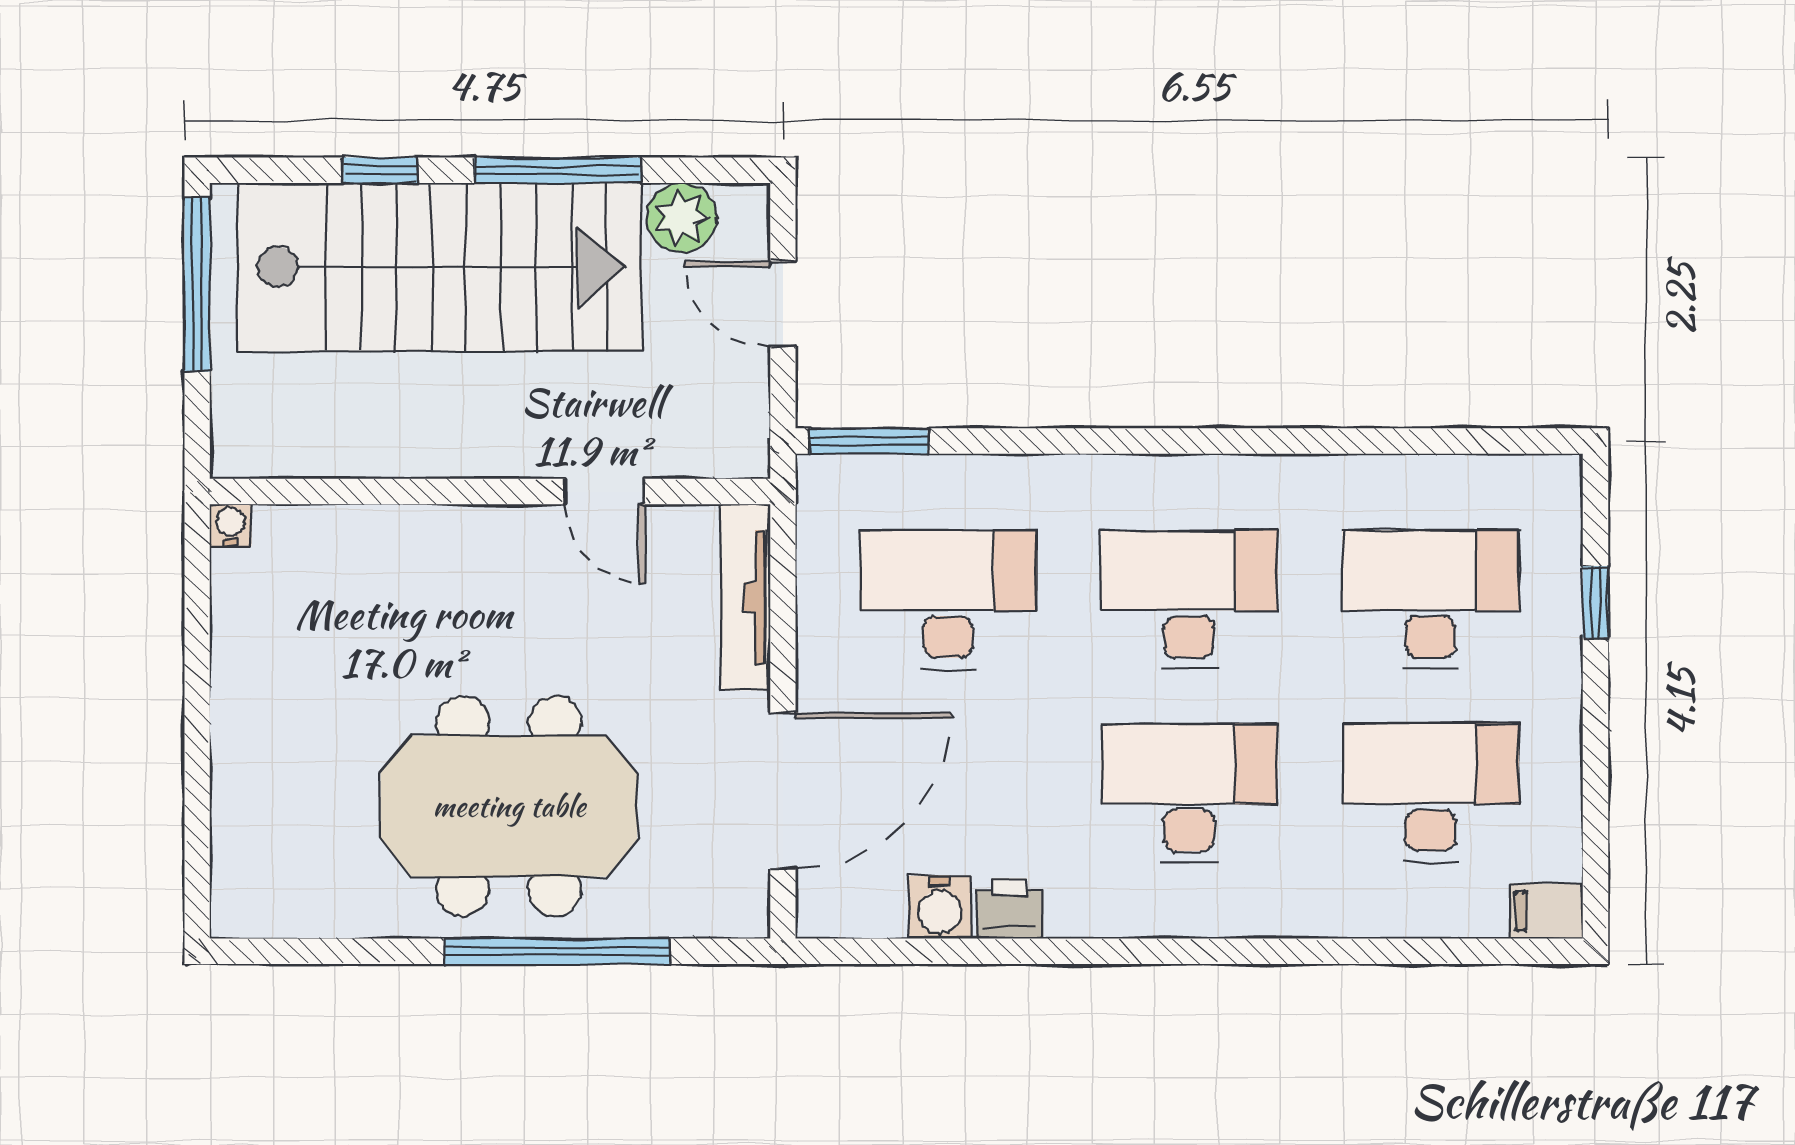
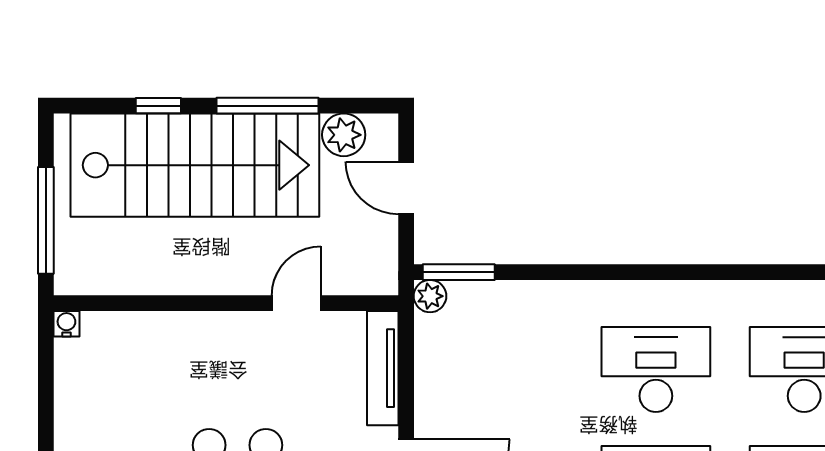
window: (197, 285) -> (46, 220), moved
plant: (822, 480) -> (430, 296), added
door: (605, 491) -> (296, 303), swing flipped
desk: (948, 599) -> (507, 369), removed

